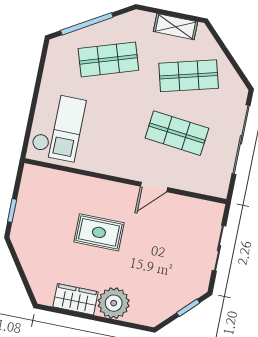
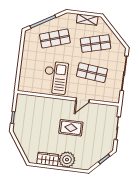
checkout: (58, 127) -> (56, 78), moved
rug: (99, 232) -> (71, 128), moved

